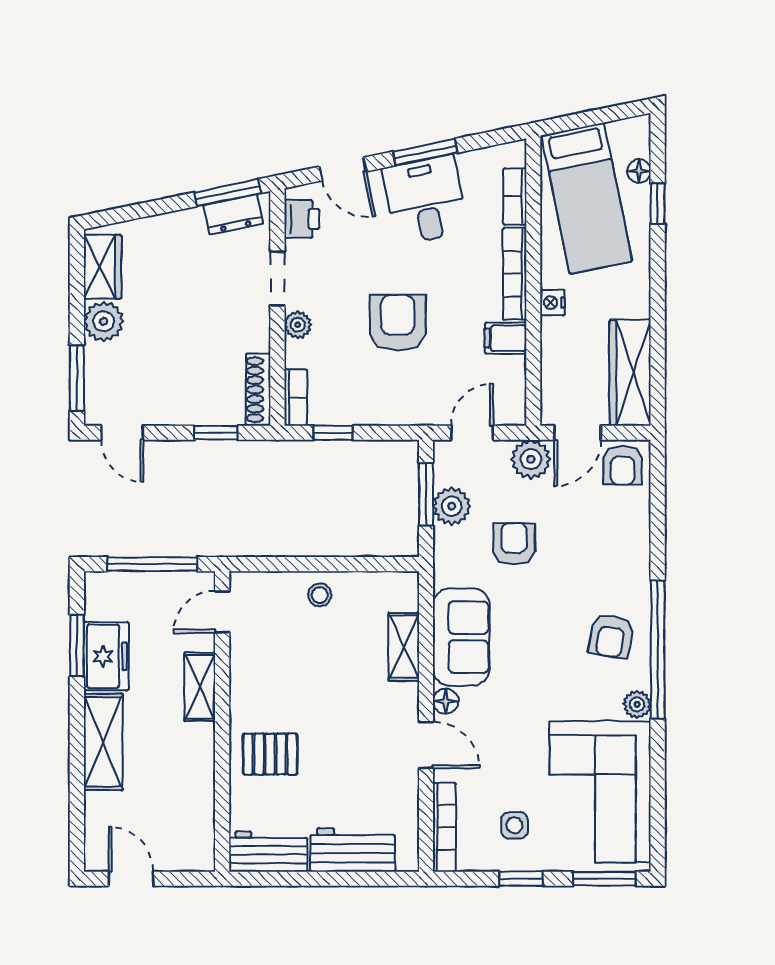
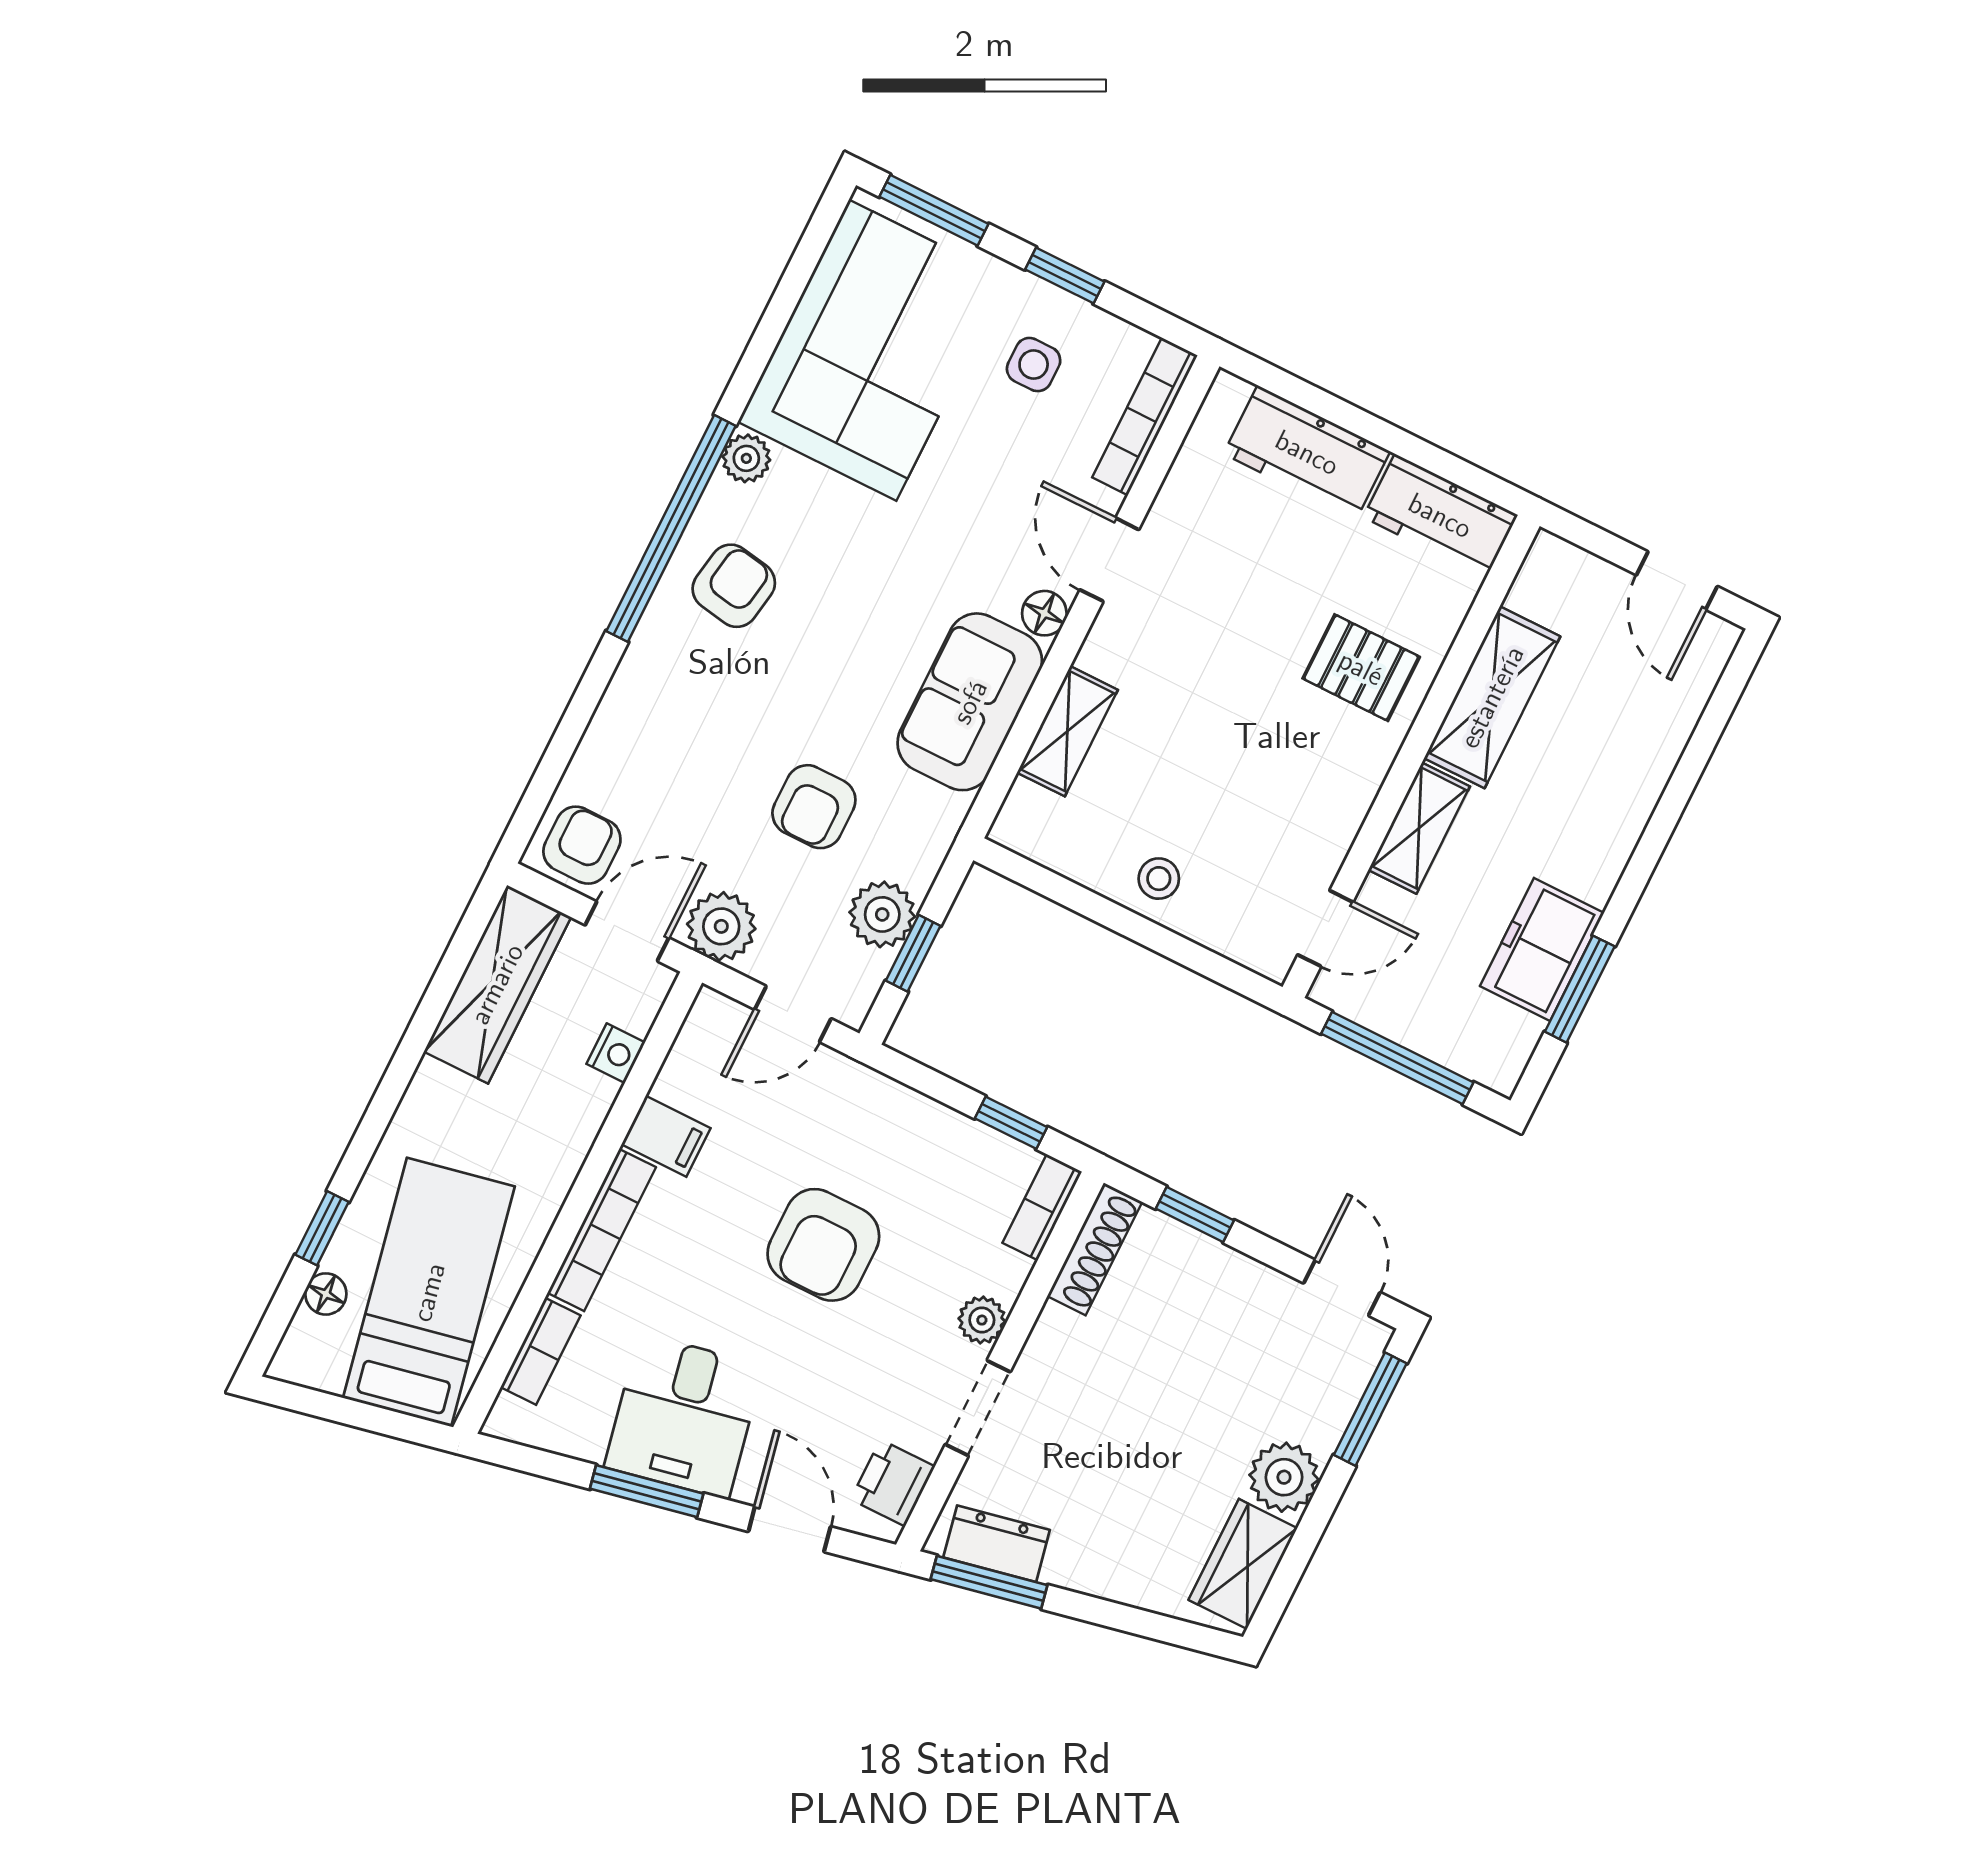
nightstand: (552, 302) -> (616, 1053), moved
window: (426, 494) -> (913, 953), width x0.67
shelving: (103, 742) -> (1492, 697), moved

